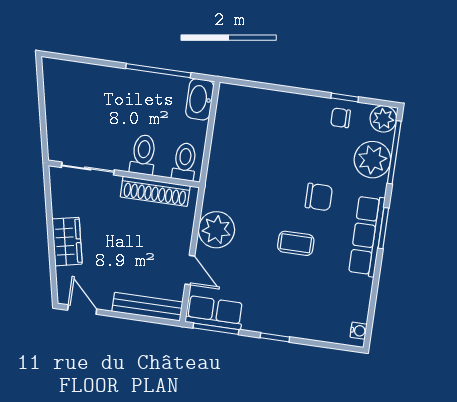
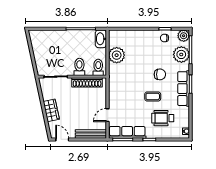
plant: (216, 230) -> (117, 55), moved
door: (190, 270) -> (107, 115), swing flipped
wheelchair: (311, 294) -> (163, 118), added
row of seats: (215, 313) -> (127, 132), width x1.48

